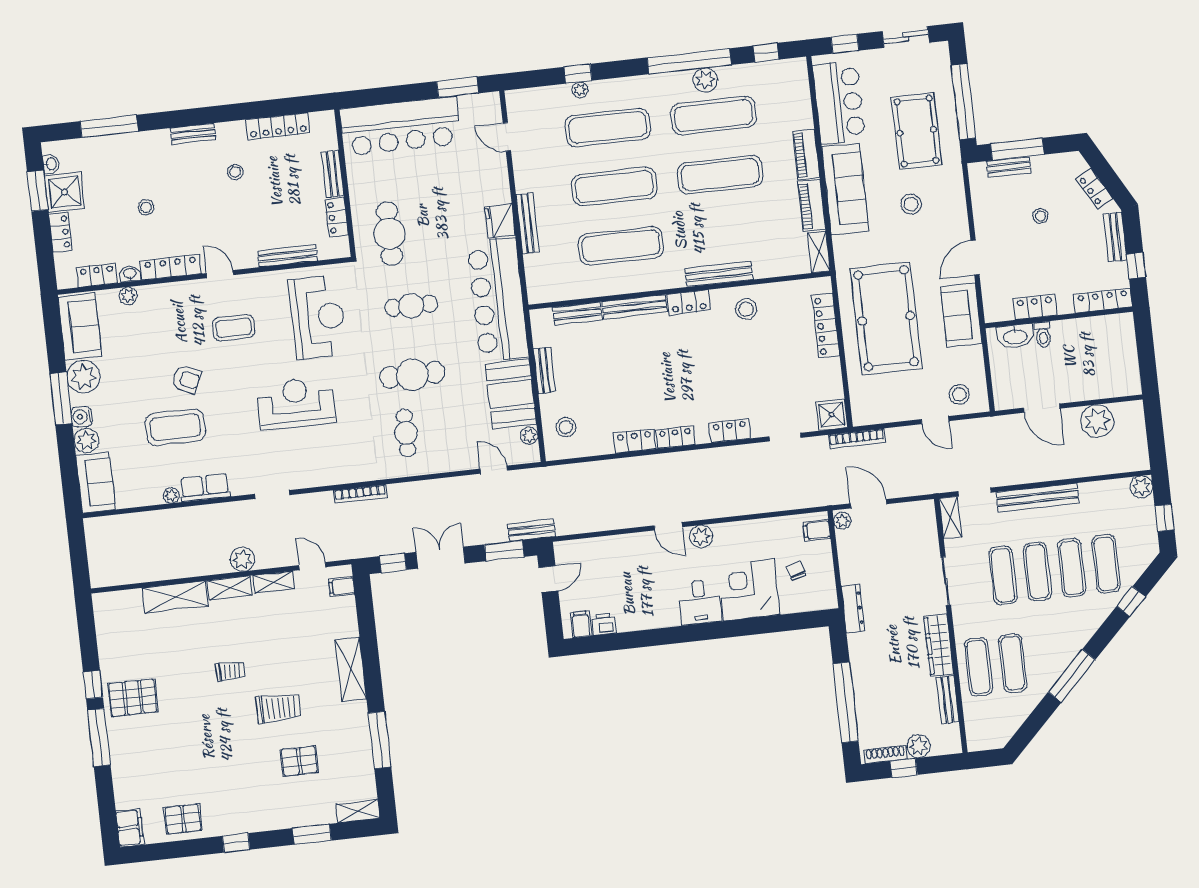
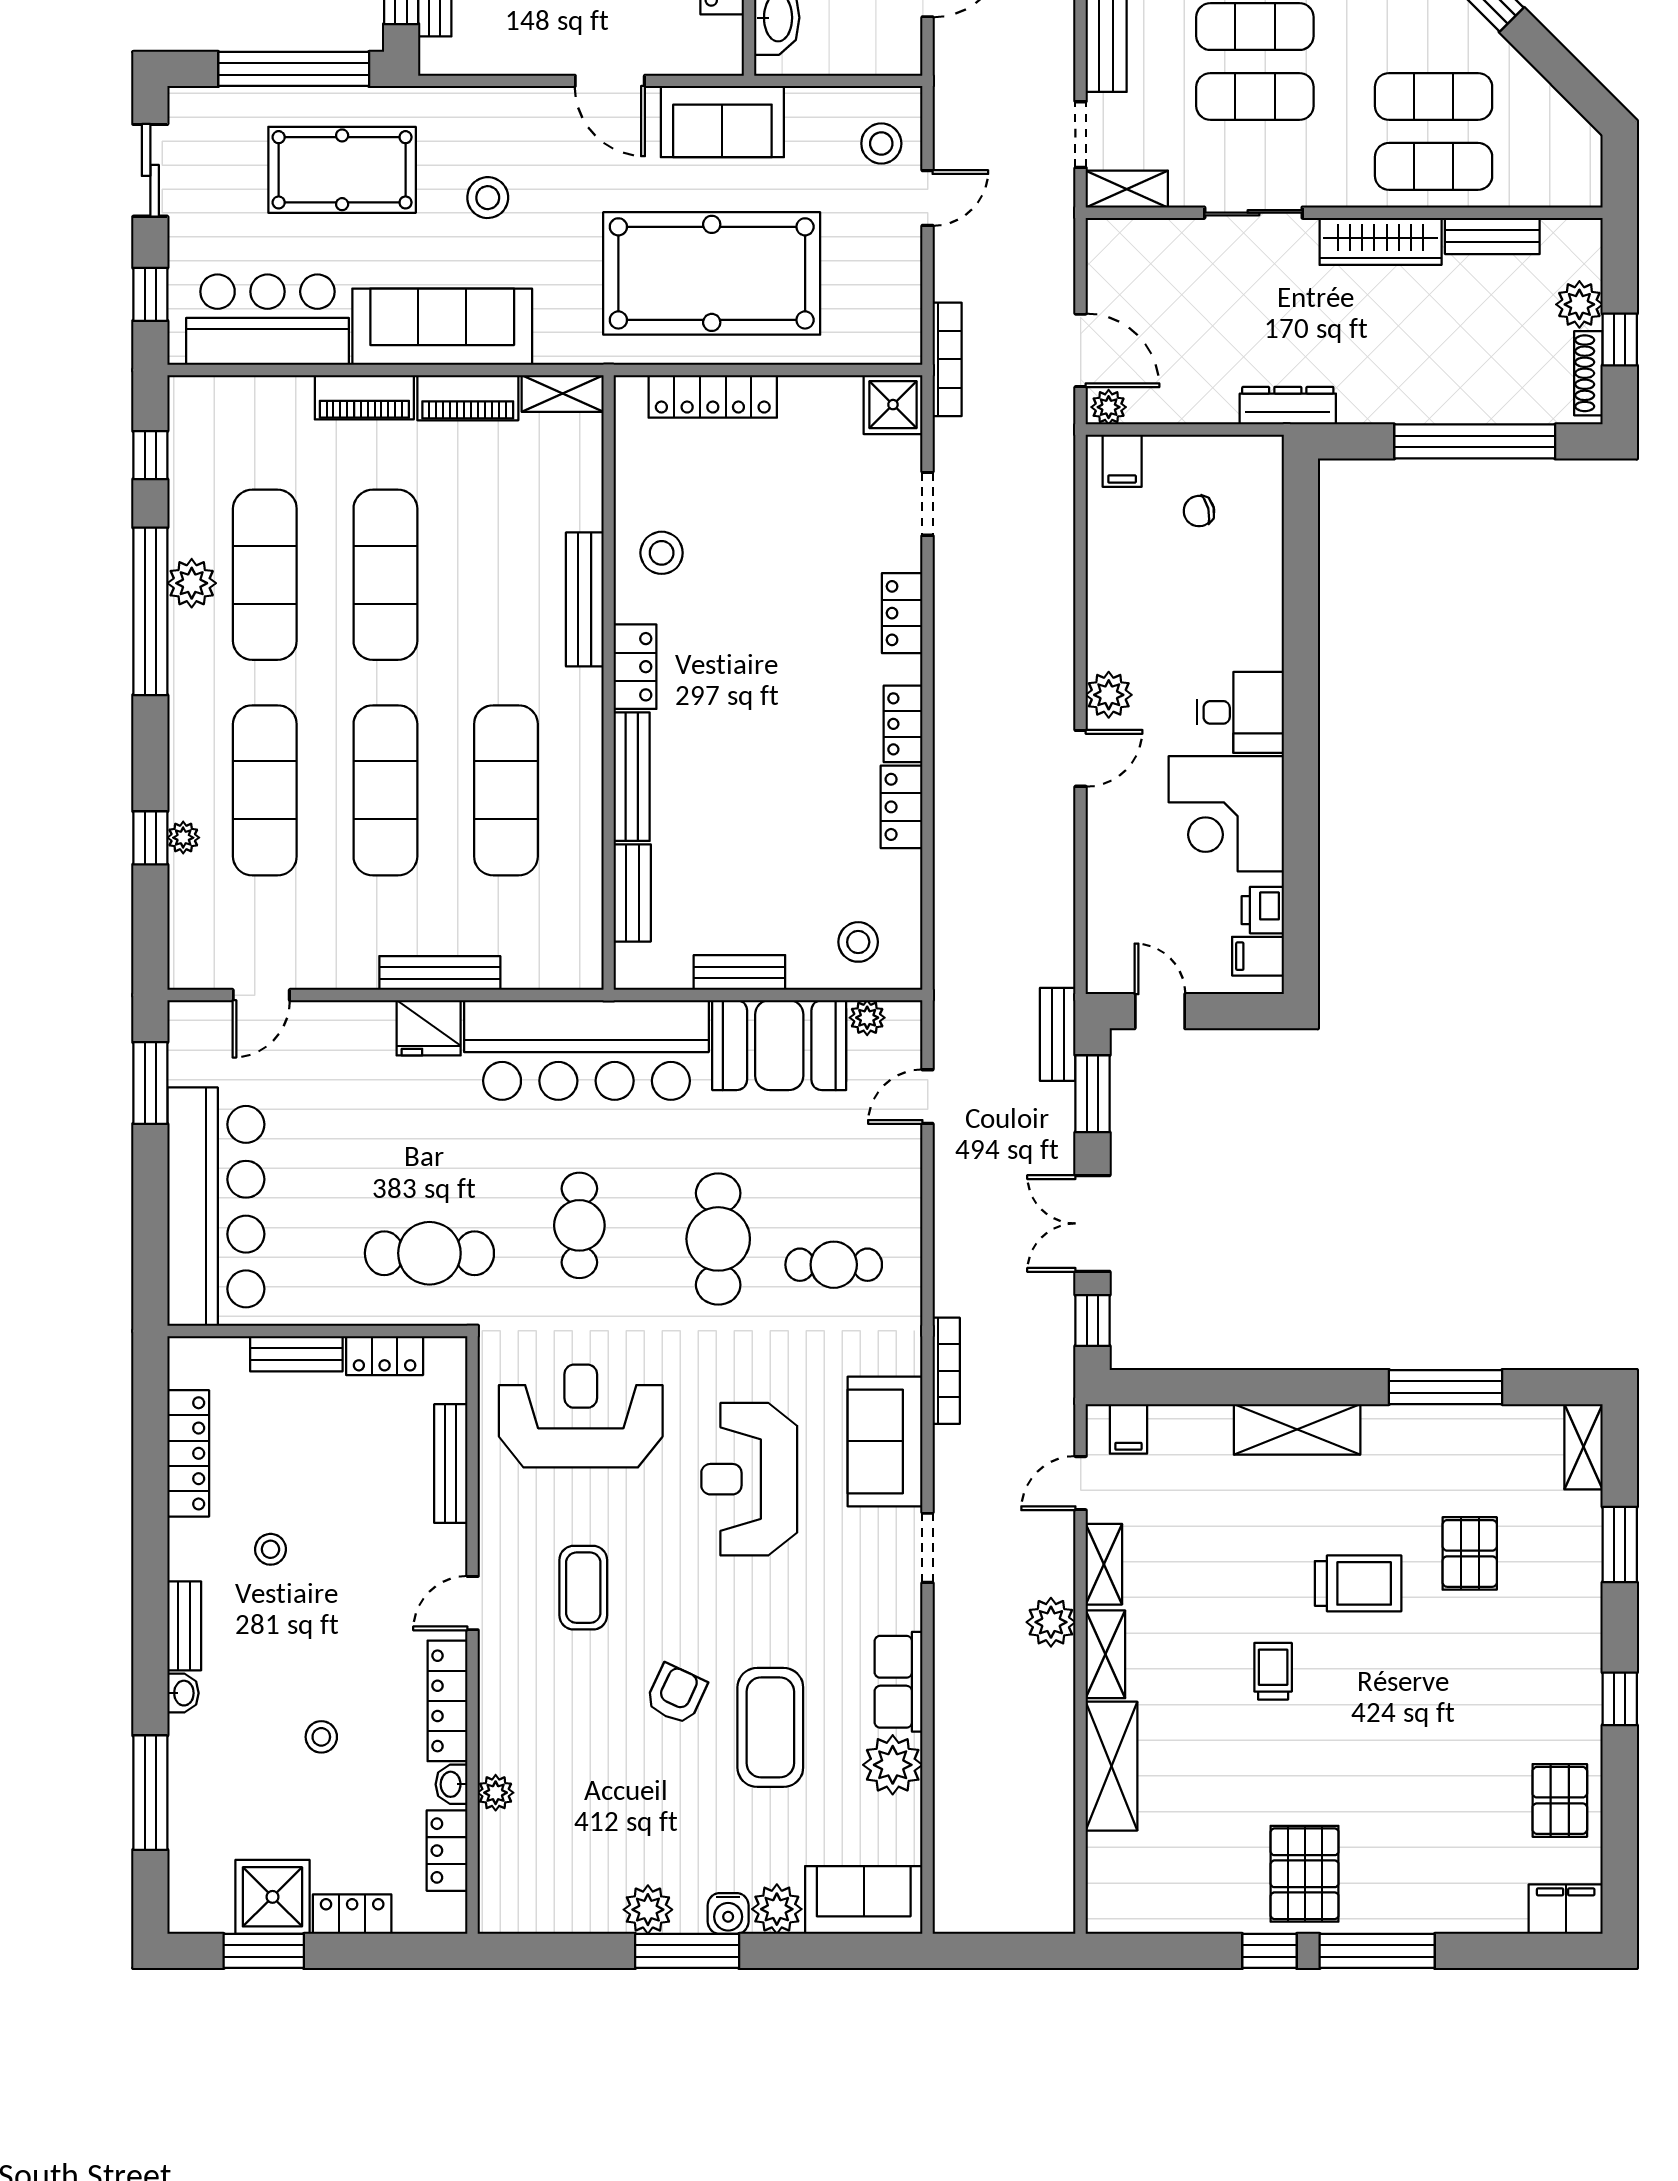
washbasin: (51, 164) -> (183, 1693), moved, turned 90
sofa: (80, 327) -> (885, 1441), moved, turned -90
plant: (83, 377) -> (648, 1910), width x0.73, depth x0.73
plant: (171, 495) -> (893, 1765), width x1.88, depth x1.88
door: (869, 504) -> (1081, 350), swing flipped
corner desk: (749, 590) -> (1226, 814), moved
trolley: (278, 708) -> (1358, 1583), turned 90

